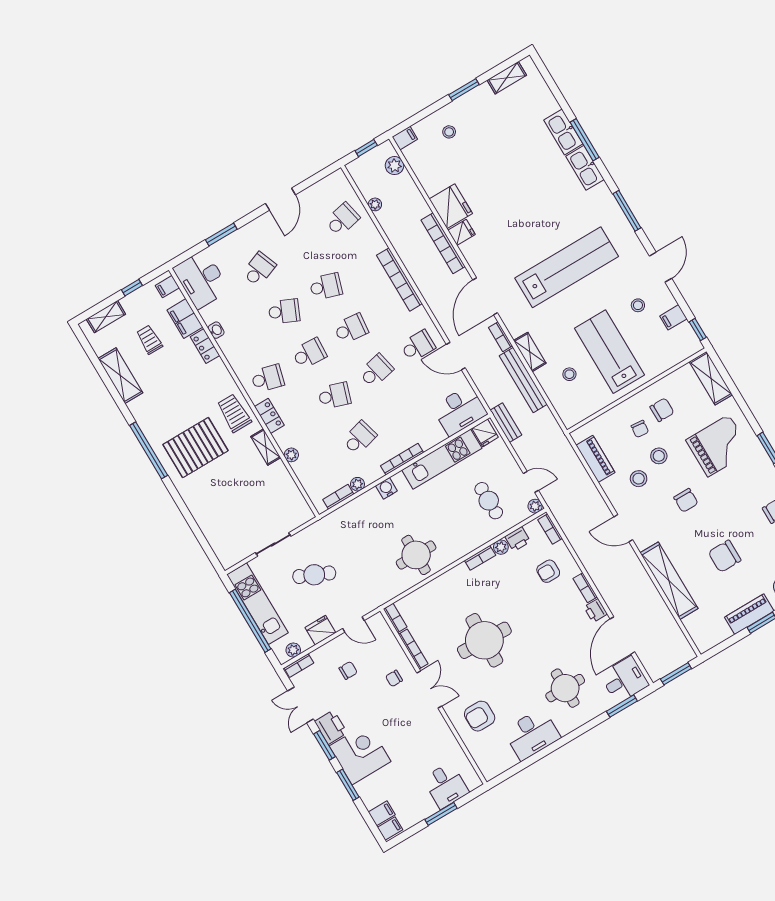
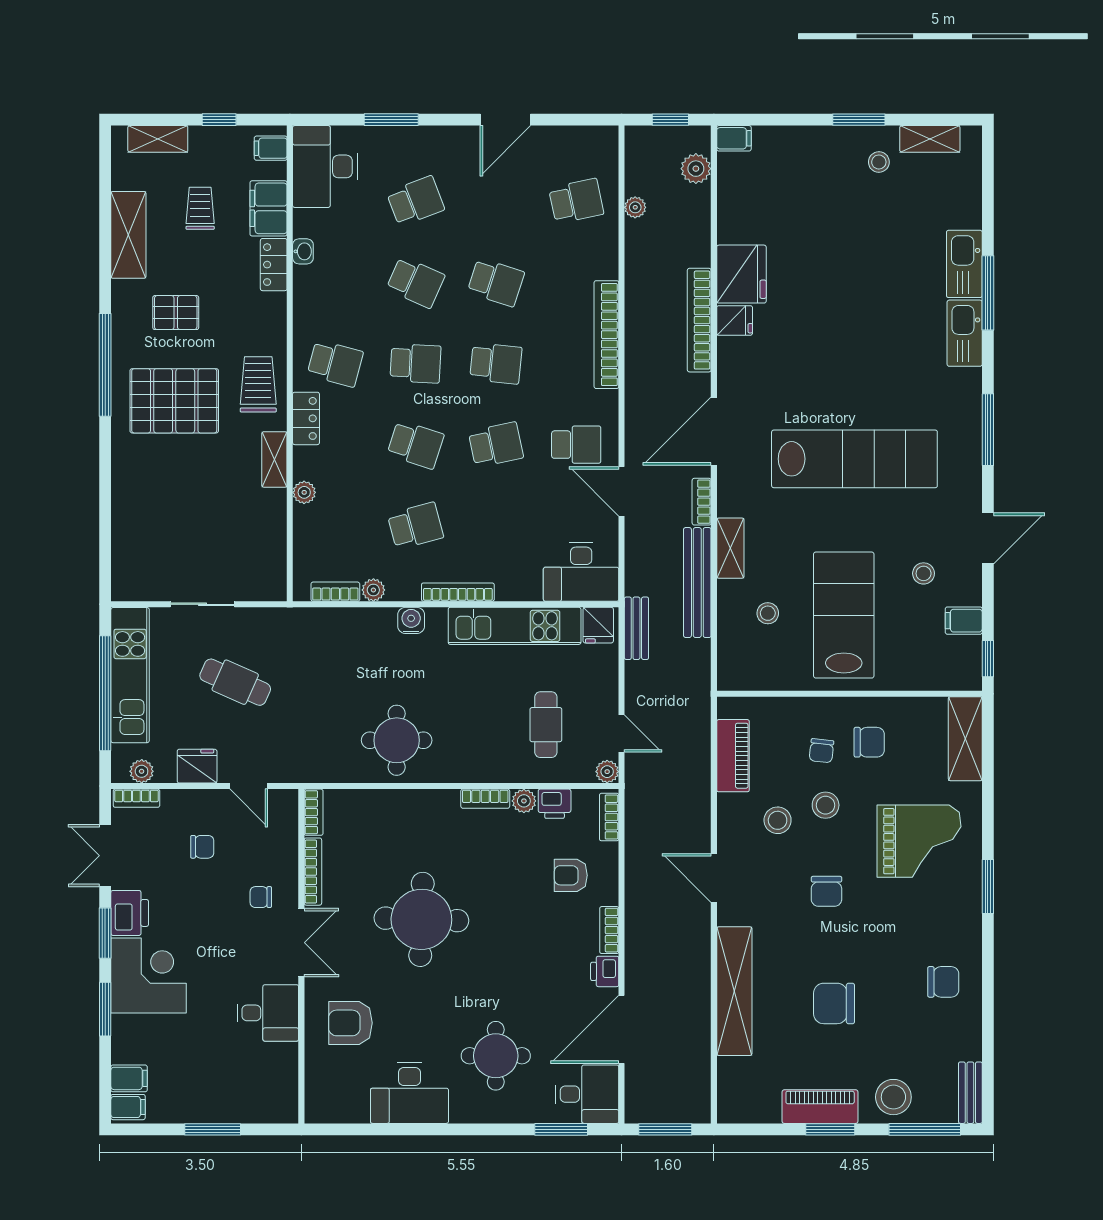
stool: (449, 132) -> (879, 162), moved
pallet: (169, 401) -> (176, 313), added
desk: (446, 785) -> (268, 1013), moved, turned -90

